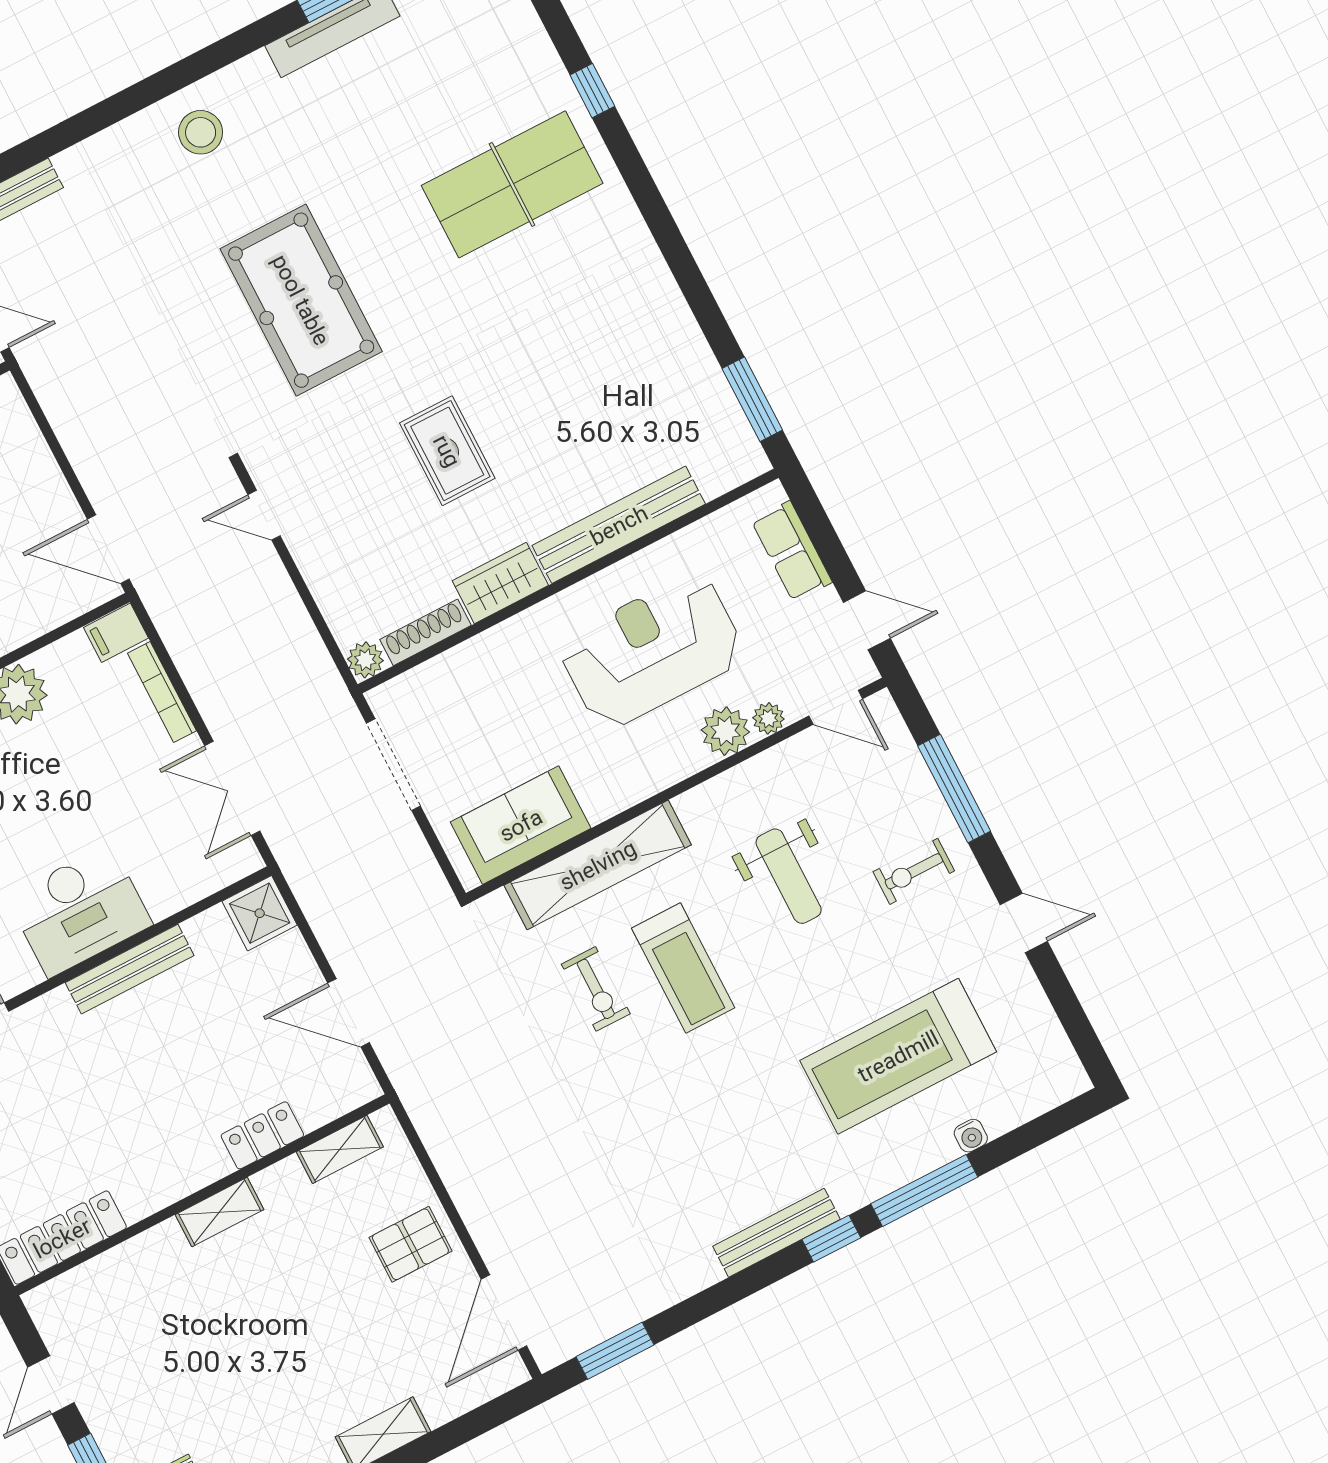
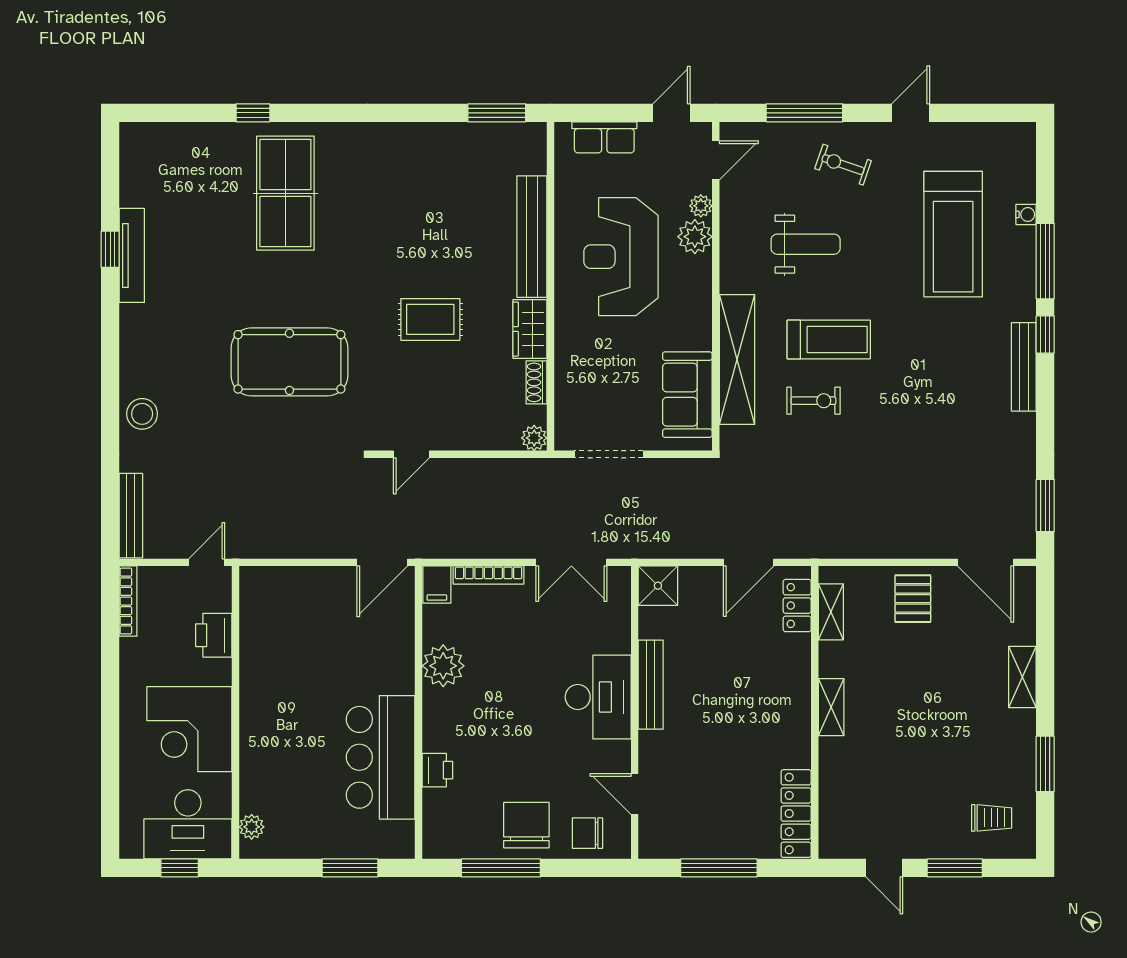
stool: (201, 132) -> (142, 414), moved
shoe rack: (426, 632) -> (537, 382), width x0.70
exercise bike: (914, 871) -> (843, 165), turned 109
locker: (262, 1135) -> (797, 606), moved

